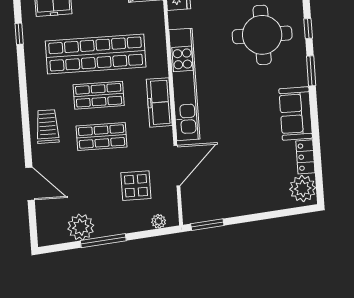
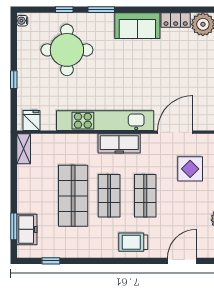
shop shelf: (96, 54) -> (73, 196), width x0.71
door: (177, 166) -> (175, 132), hinge flipped

